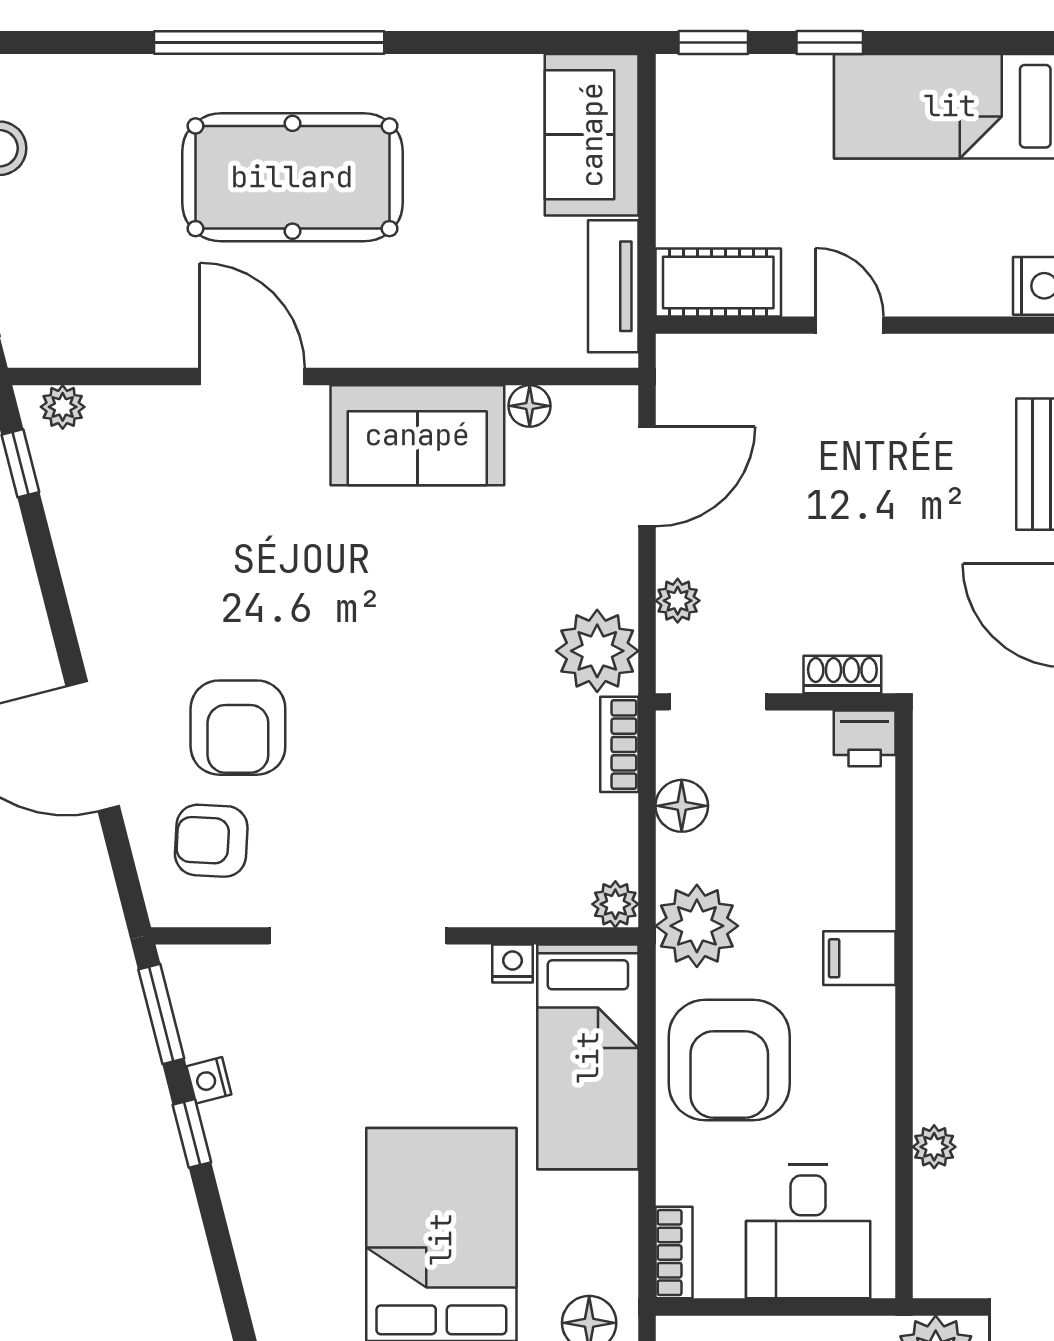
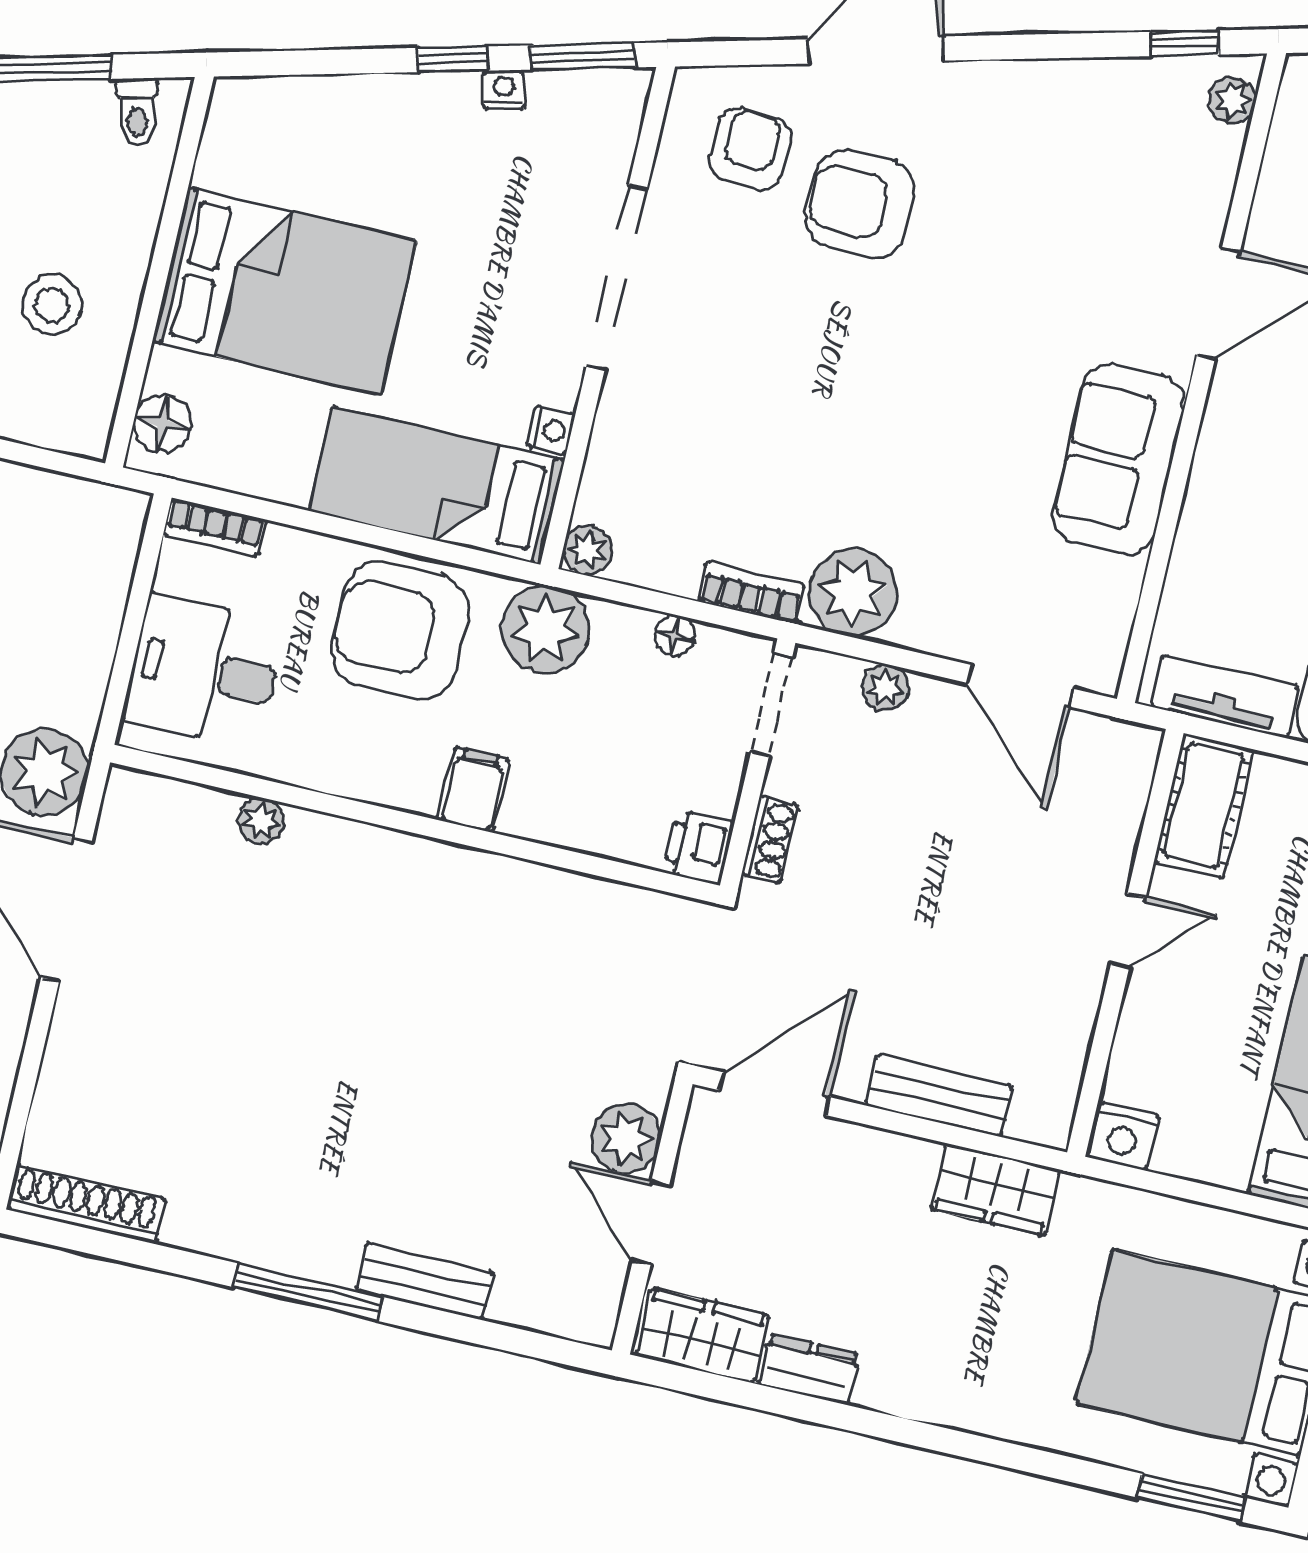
floor lamp: (530, 406) -> (1122, 582), removed
floor lamp: (682, 806) -> (675, 635), width x0.73, depth x0.73

